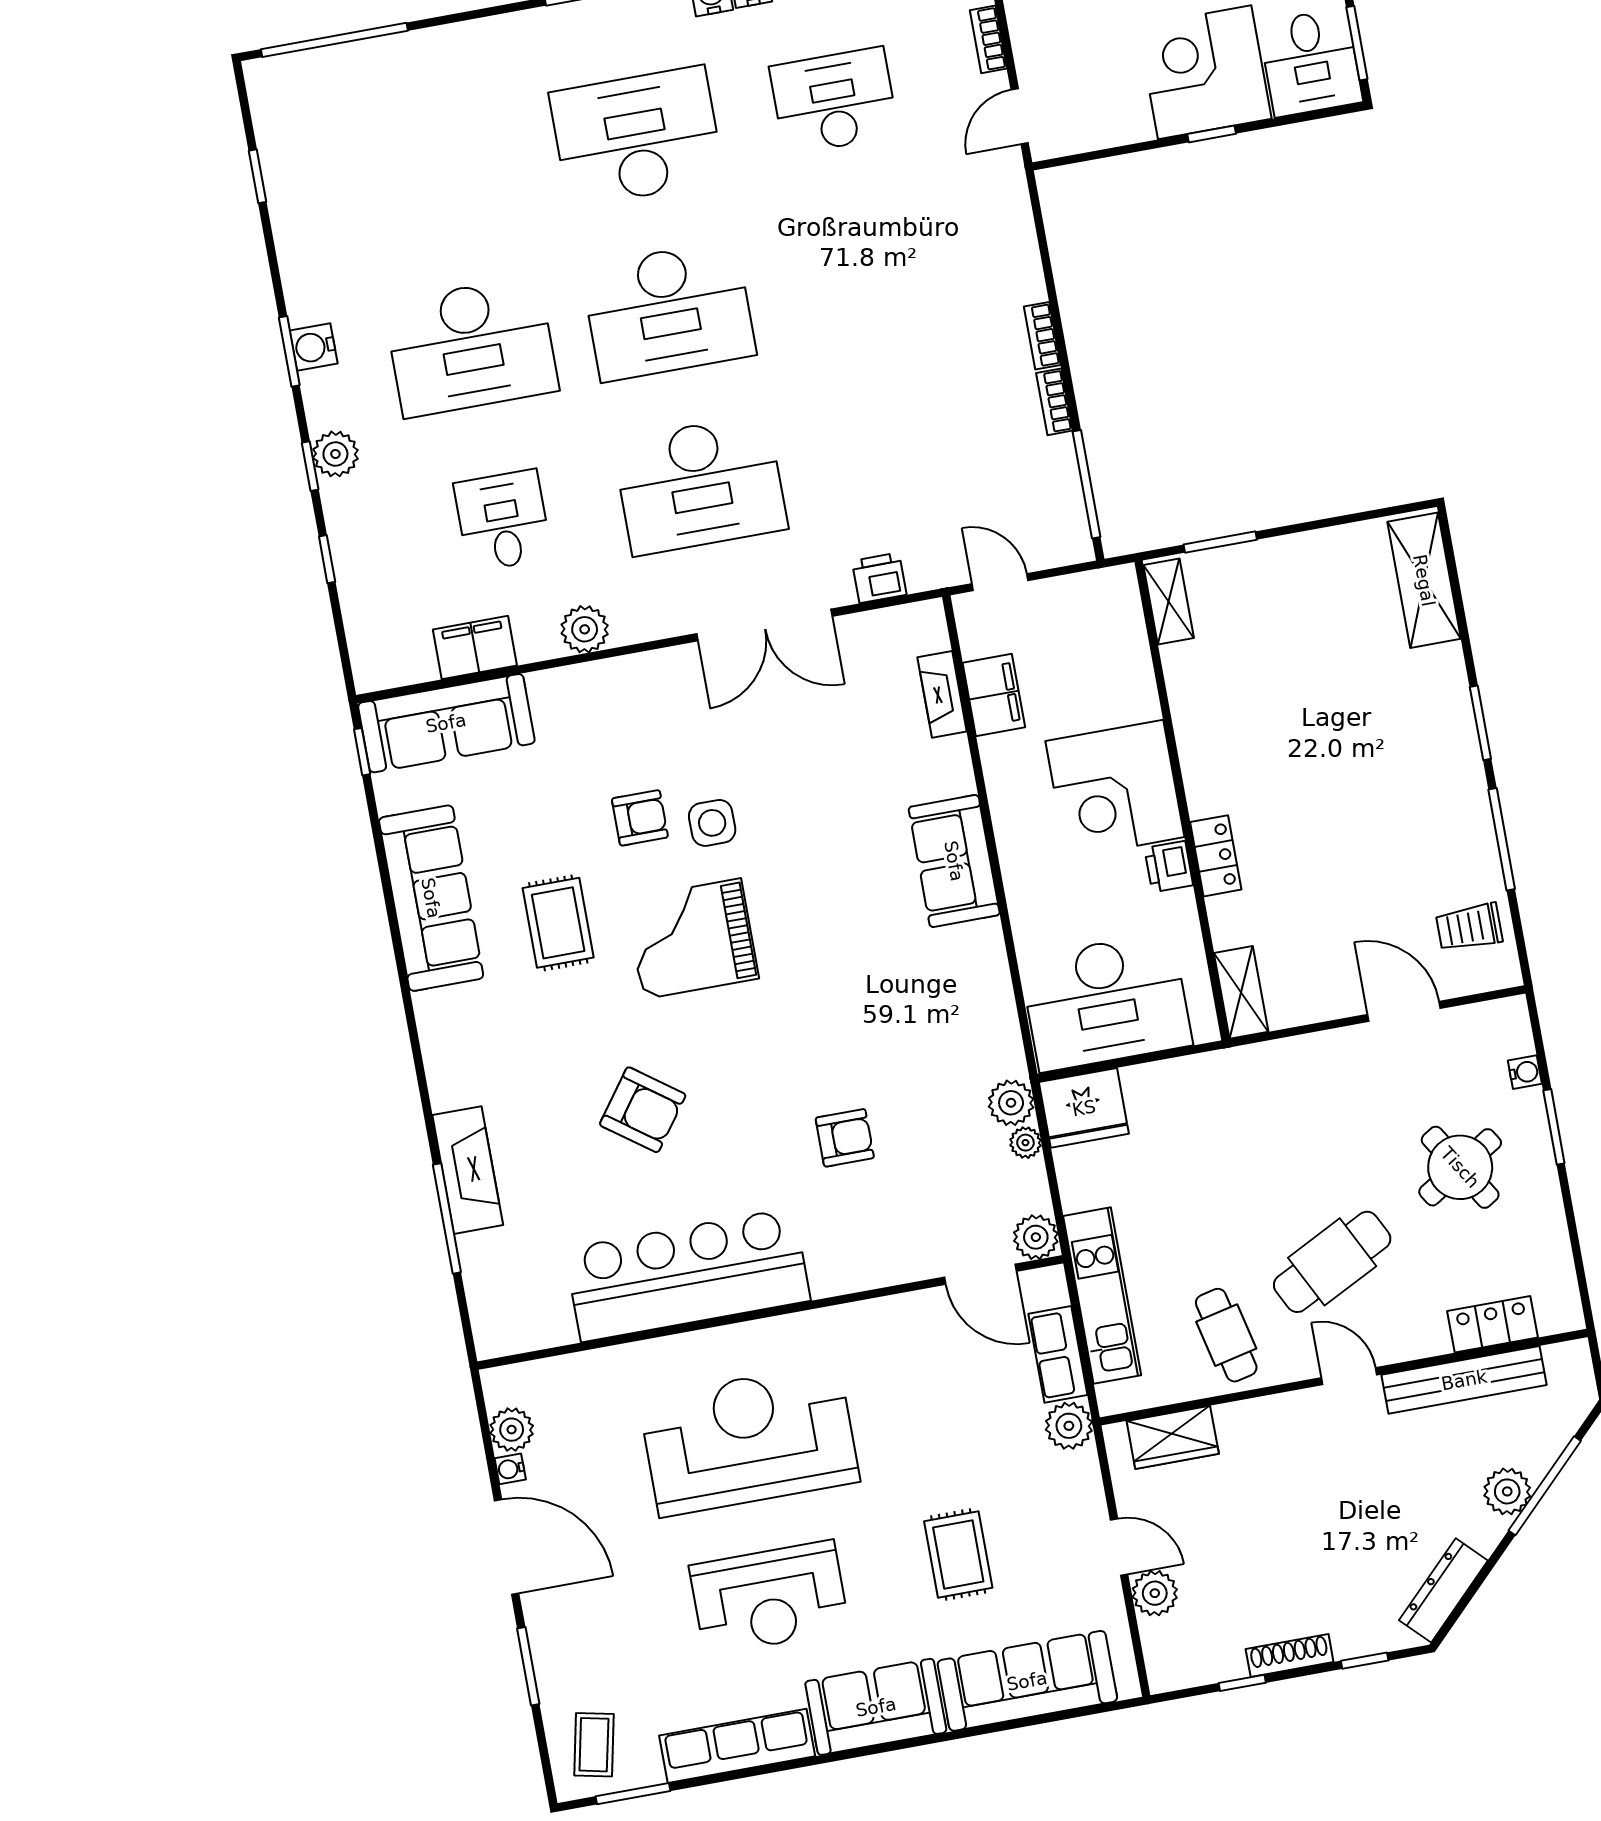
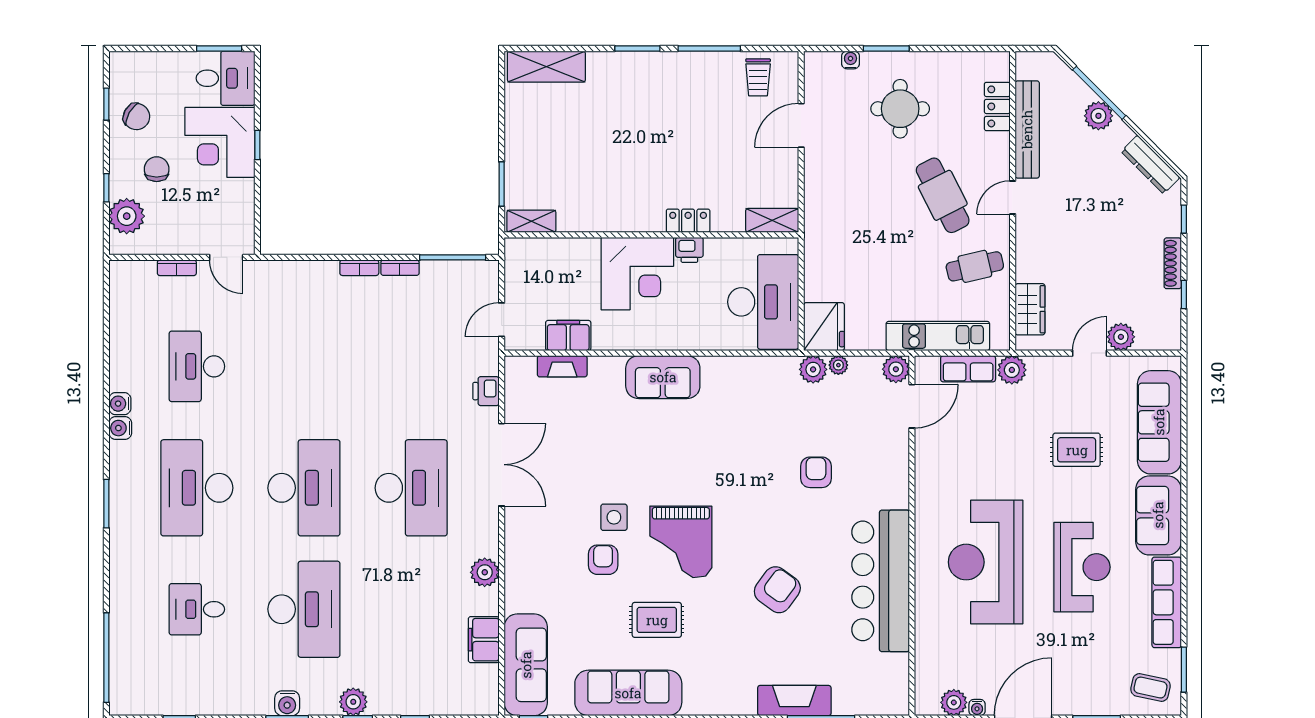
desk: (503, 521) -> (197, 609), moved
round table: (1460, 1167) -> (900, 109), turned 32

